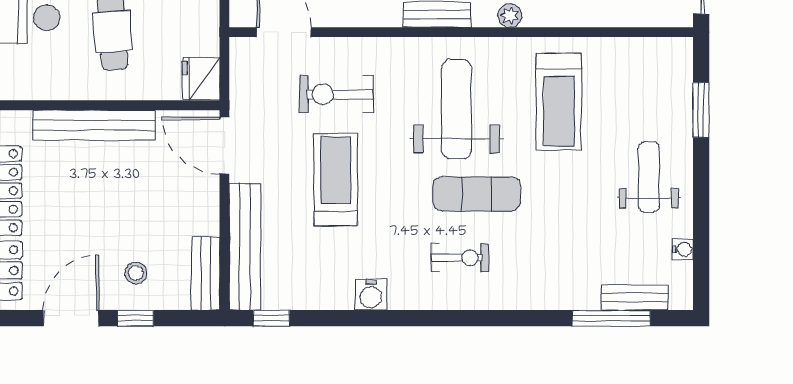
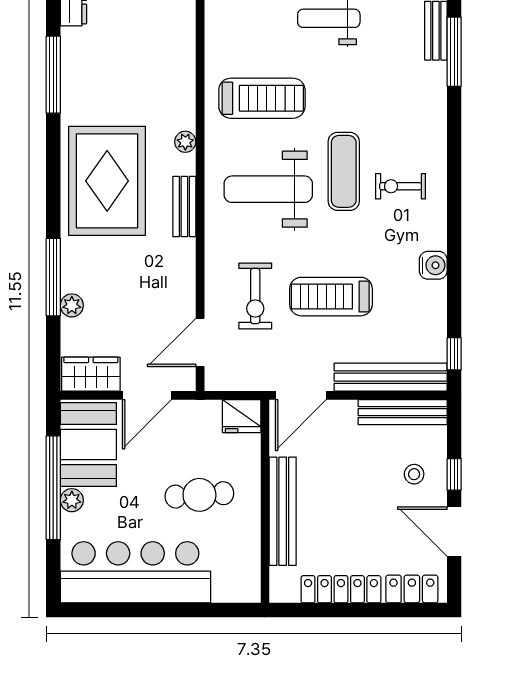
exercise bike: (460, 258) -> (400, 186), turned -90
bench: (206, 273) -> (403, 412), width x1.36

